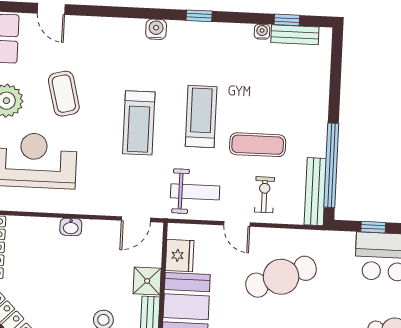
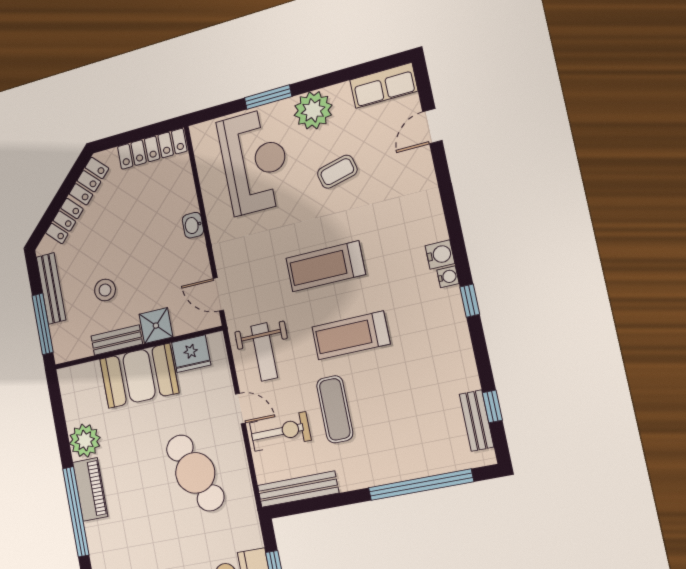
water cooler: (262, 32) -> (448, 277), moved
coffee table: (64, 94) -> (337, 172), width x0.73, depth x0.77
treadmill: (201, 116) -> (351, 335), turned 180
window: (331, 165) -> (421, 485), moved
exercise bike: (264, 195) -> (280, 431), width x1.38, depth x1.39
door: (237, 224) -> (240, 408), swing flipped

